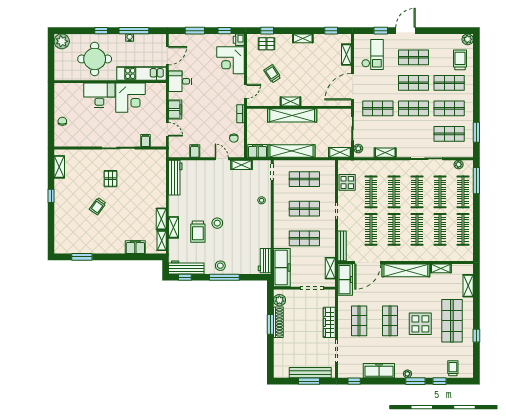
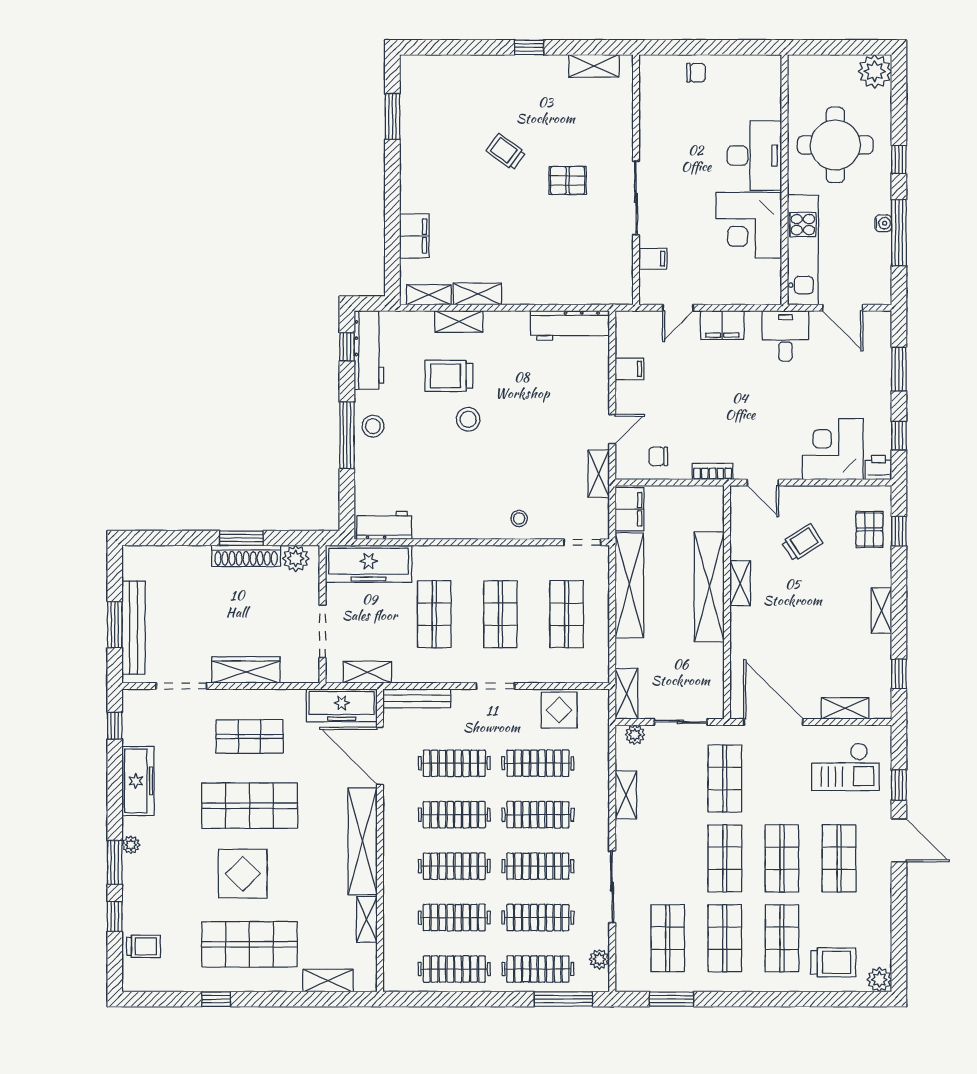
shop shelf: (390, 321) -> (249, 806), width x1.43, depth x1.36

